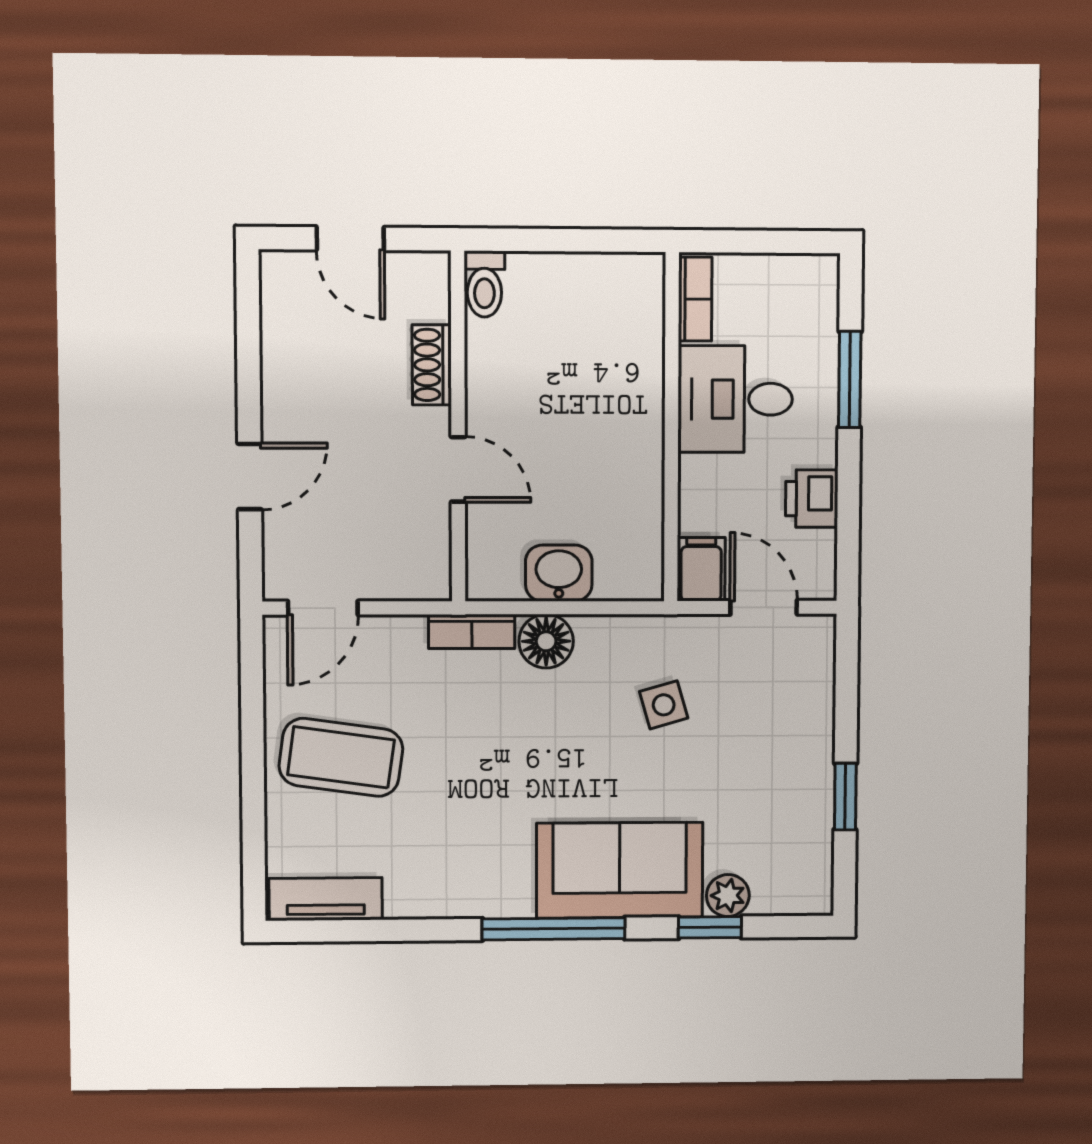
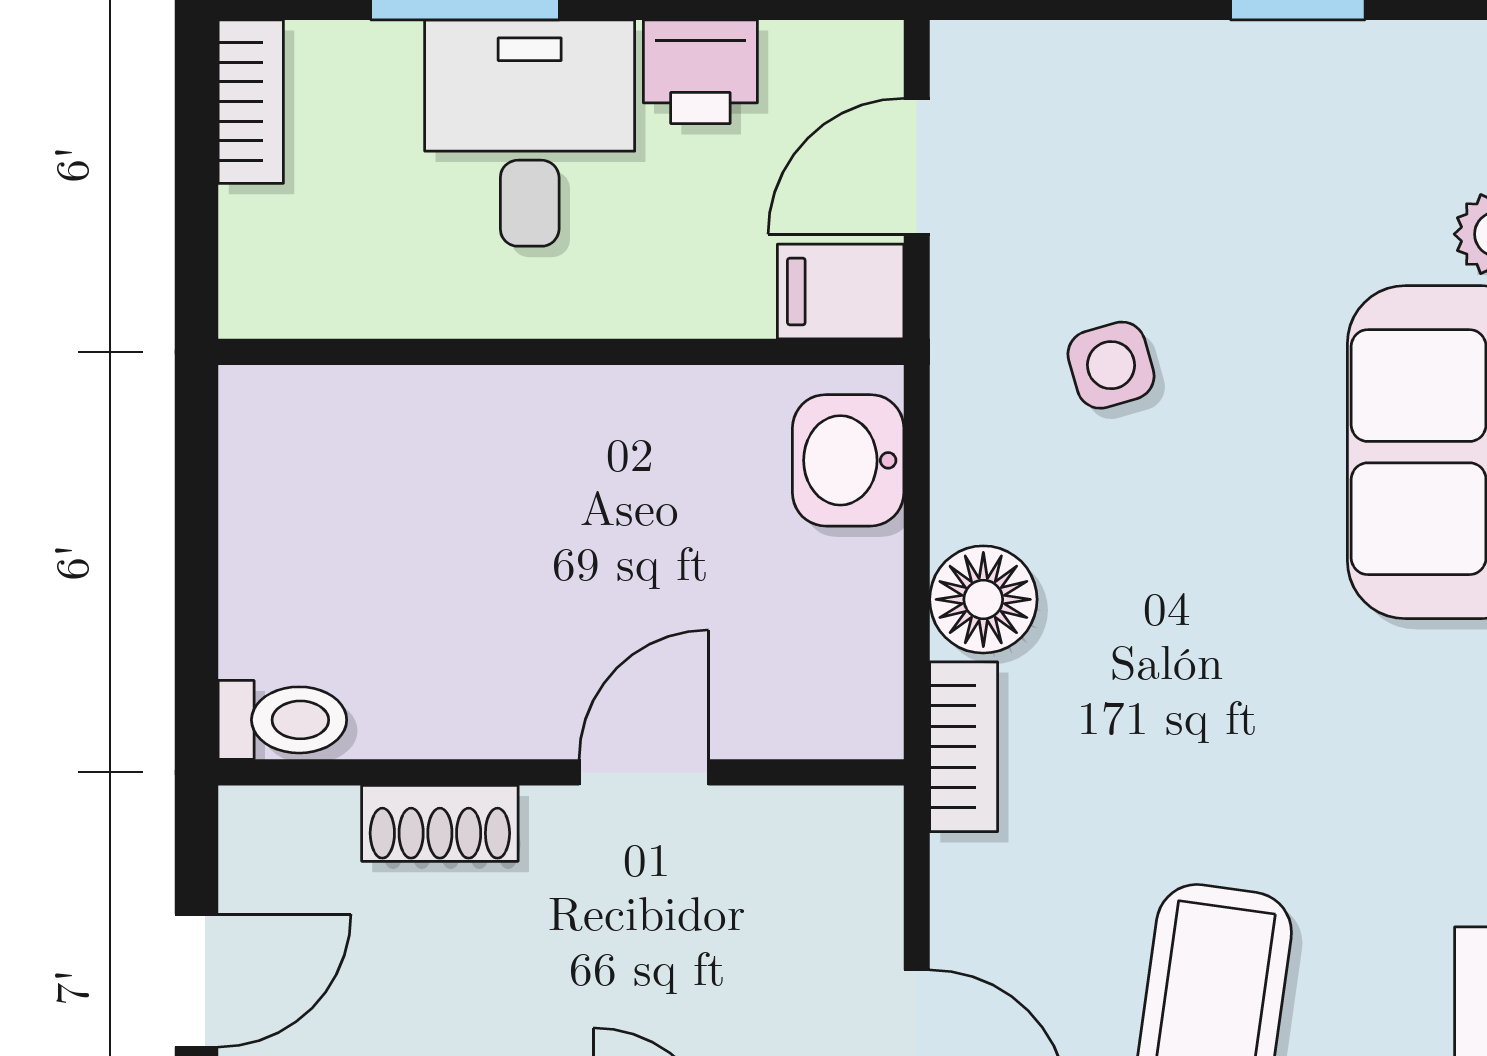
bookcase: (695, 299) -> (251, 102), moved, turned 90
desk: (735, 399) -> (530, 133), moved, turned 180
washbasin: (559, 573) -> (848, 460), moved

